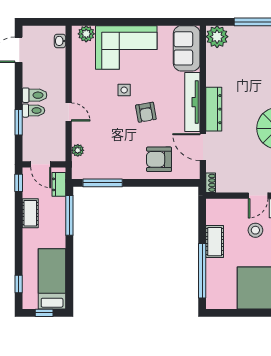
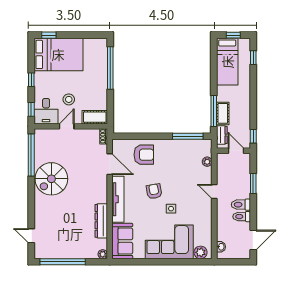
plant: (217, 37) -> (103, 254), width x0.53, depth x0.53
dresser: (214, 109) -> (101, 221), moved
toilet: (33, 111) -> (242, 217), moved
cot: (30, 213) -> (223, 113), moved
cot: (215, 242) -> (95, 117), moved, turned 90

